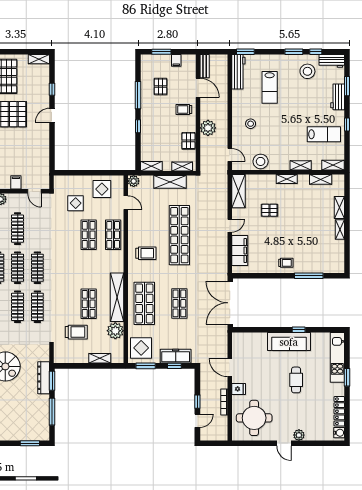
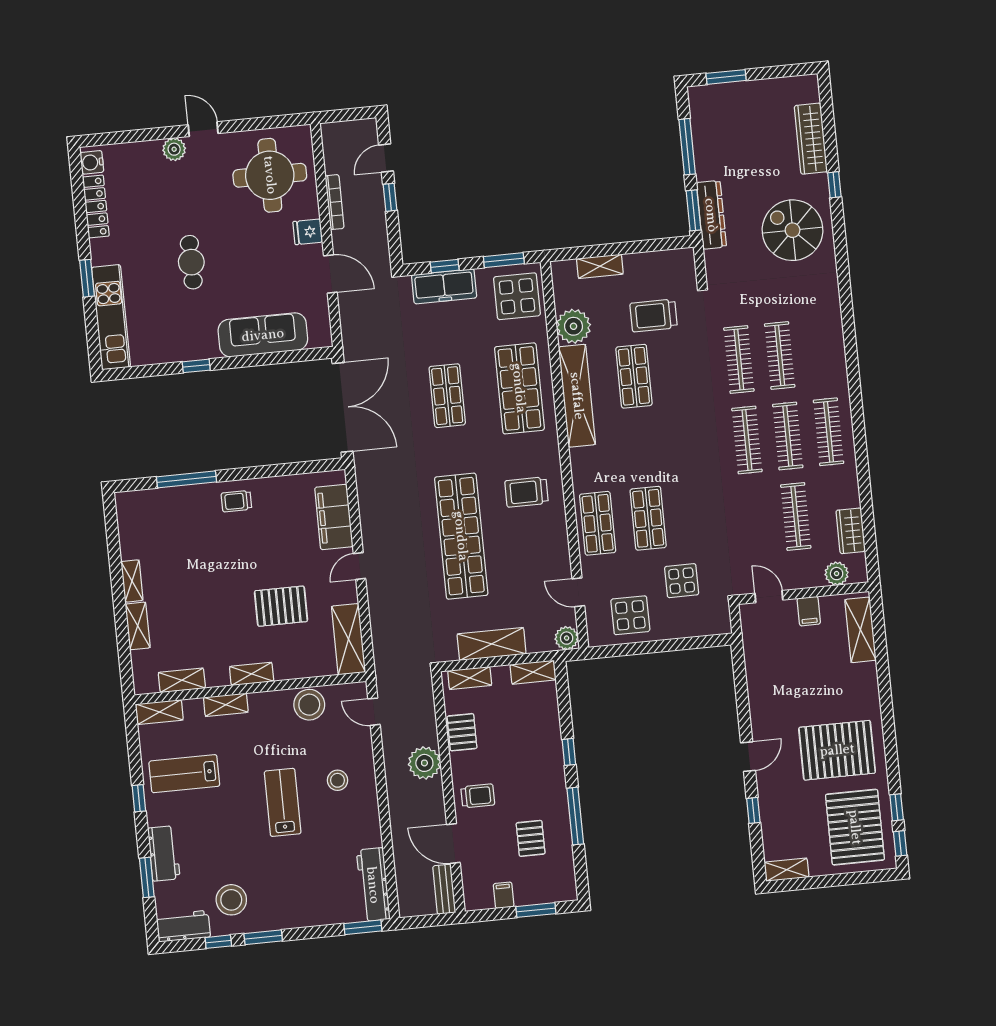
lab bench: (270, 87) -> (283, 802), moved
pallet: (269, 210) -> (281, 606), width x1.50, depth x1.42
sofa: (289, 342) -> (263, 335), moved

